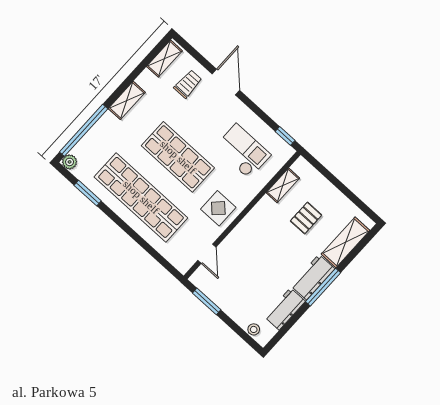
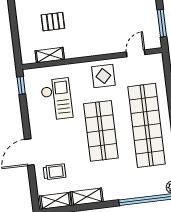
trolley: (188, 84) -> (54, 172), turned 180
shelving: (127, 100) -> (87, 197), moved
checkout: (243, 151) -> (57, 99), turned 180

